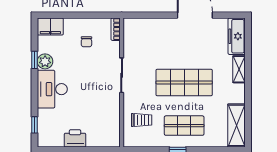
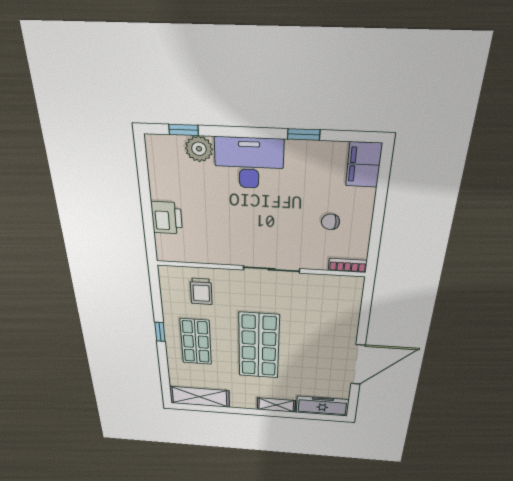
plant: (45, 61) -> (199, 149), moved
printer: (75, 138) -> (167, 218), moved

